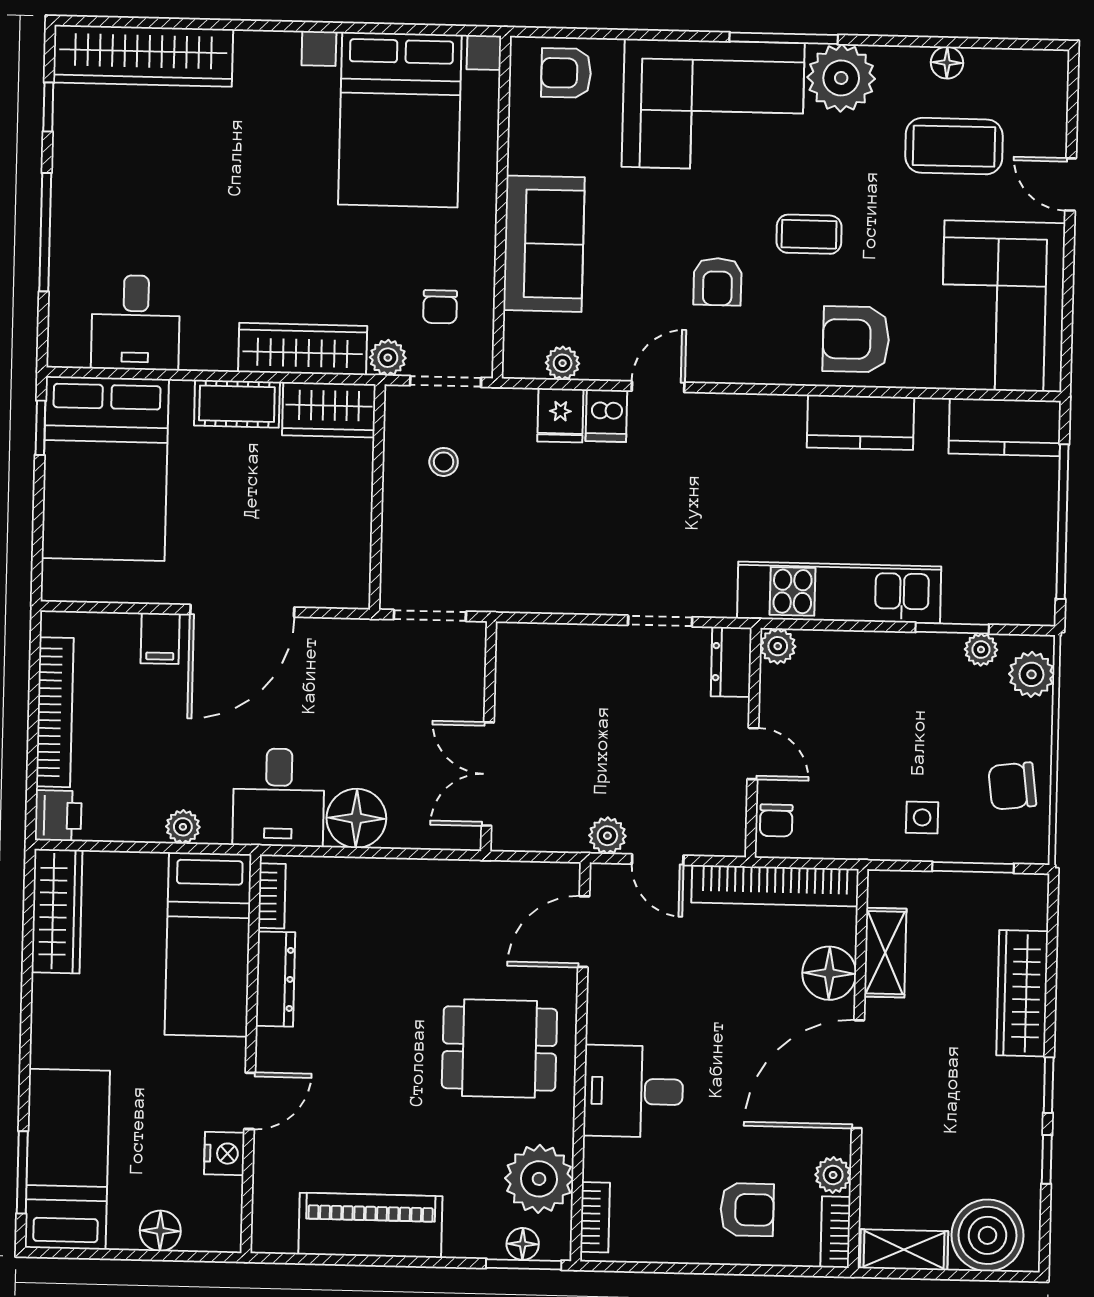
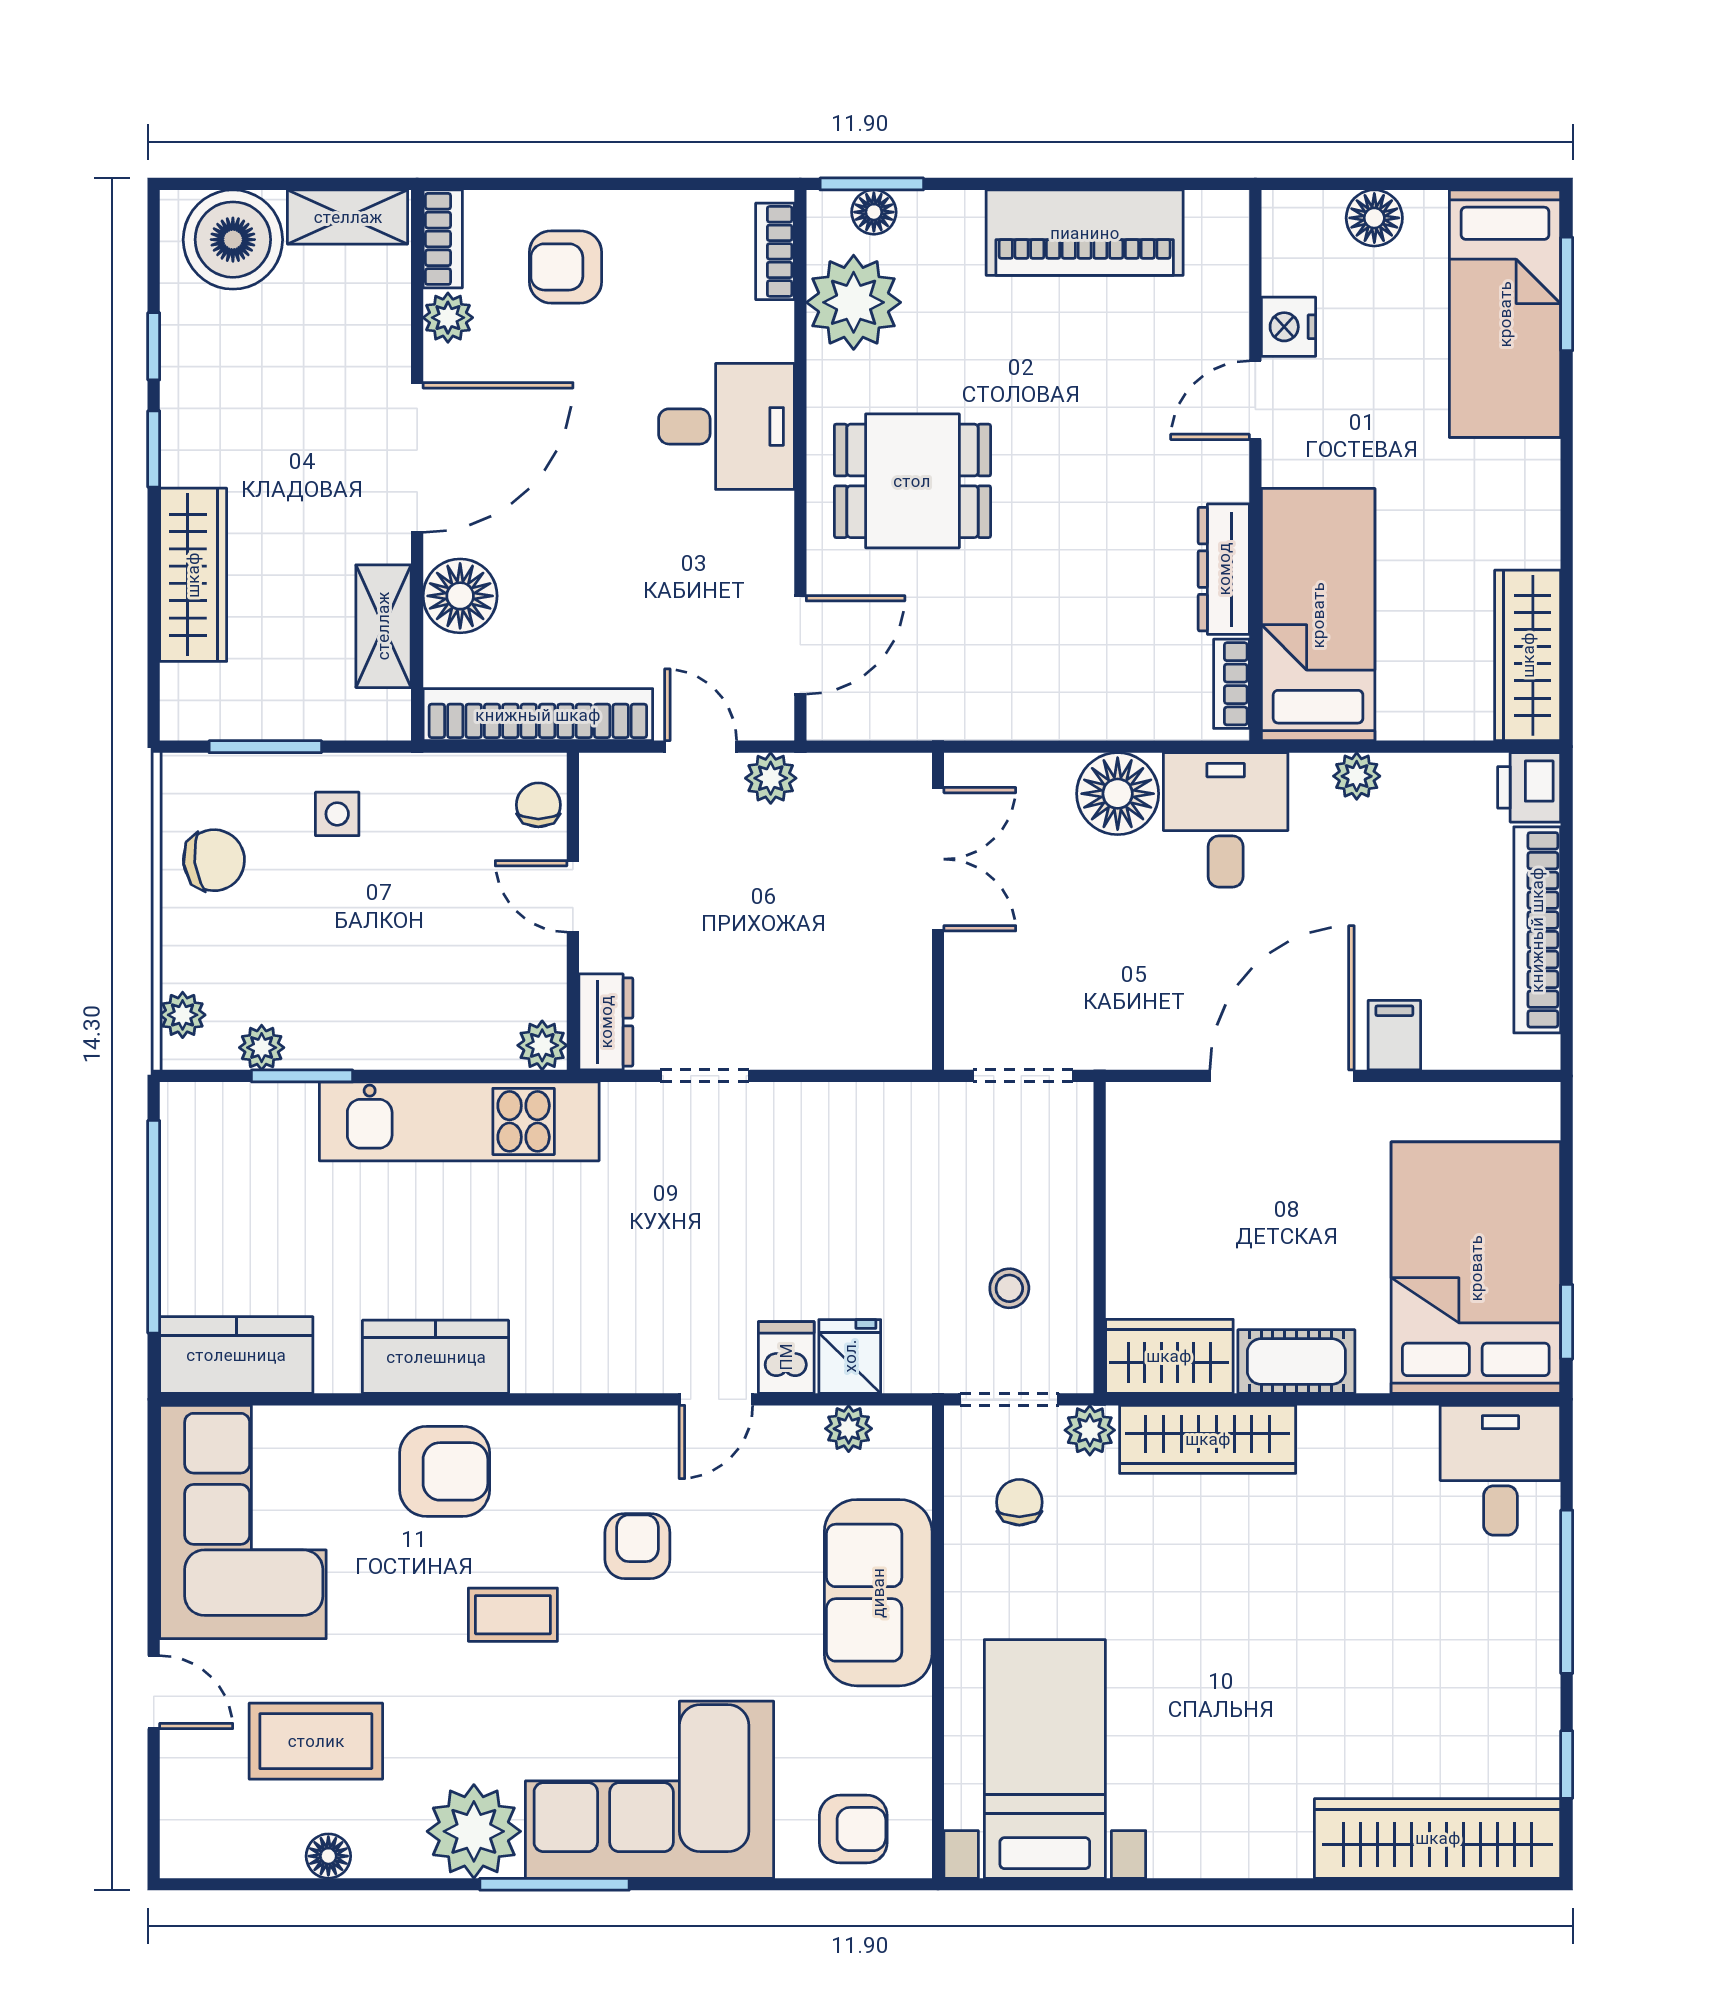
bed with nightstands: (400, 120) -> (1045, 1759), width x0.73
desk: (136, 322) -> (1500, 1470), moved
plant: (1032, 674) -> (183, 1015), width x0.73, depth x0.73

